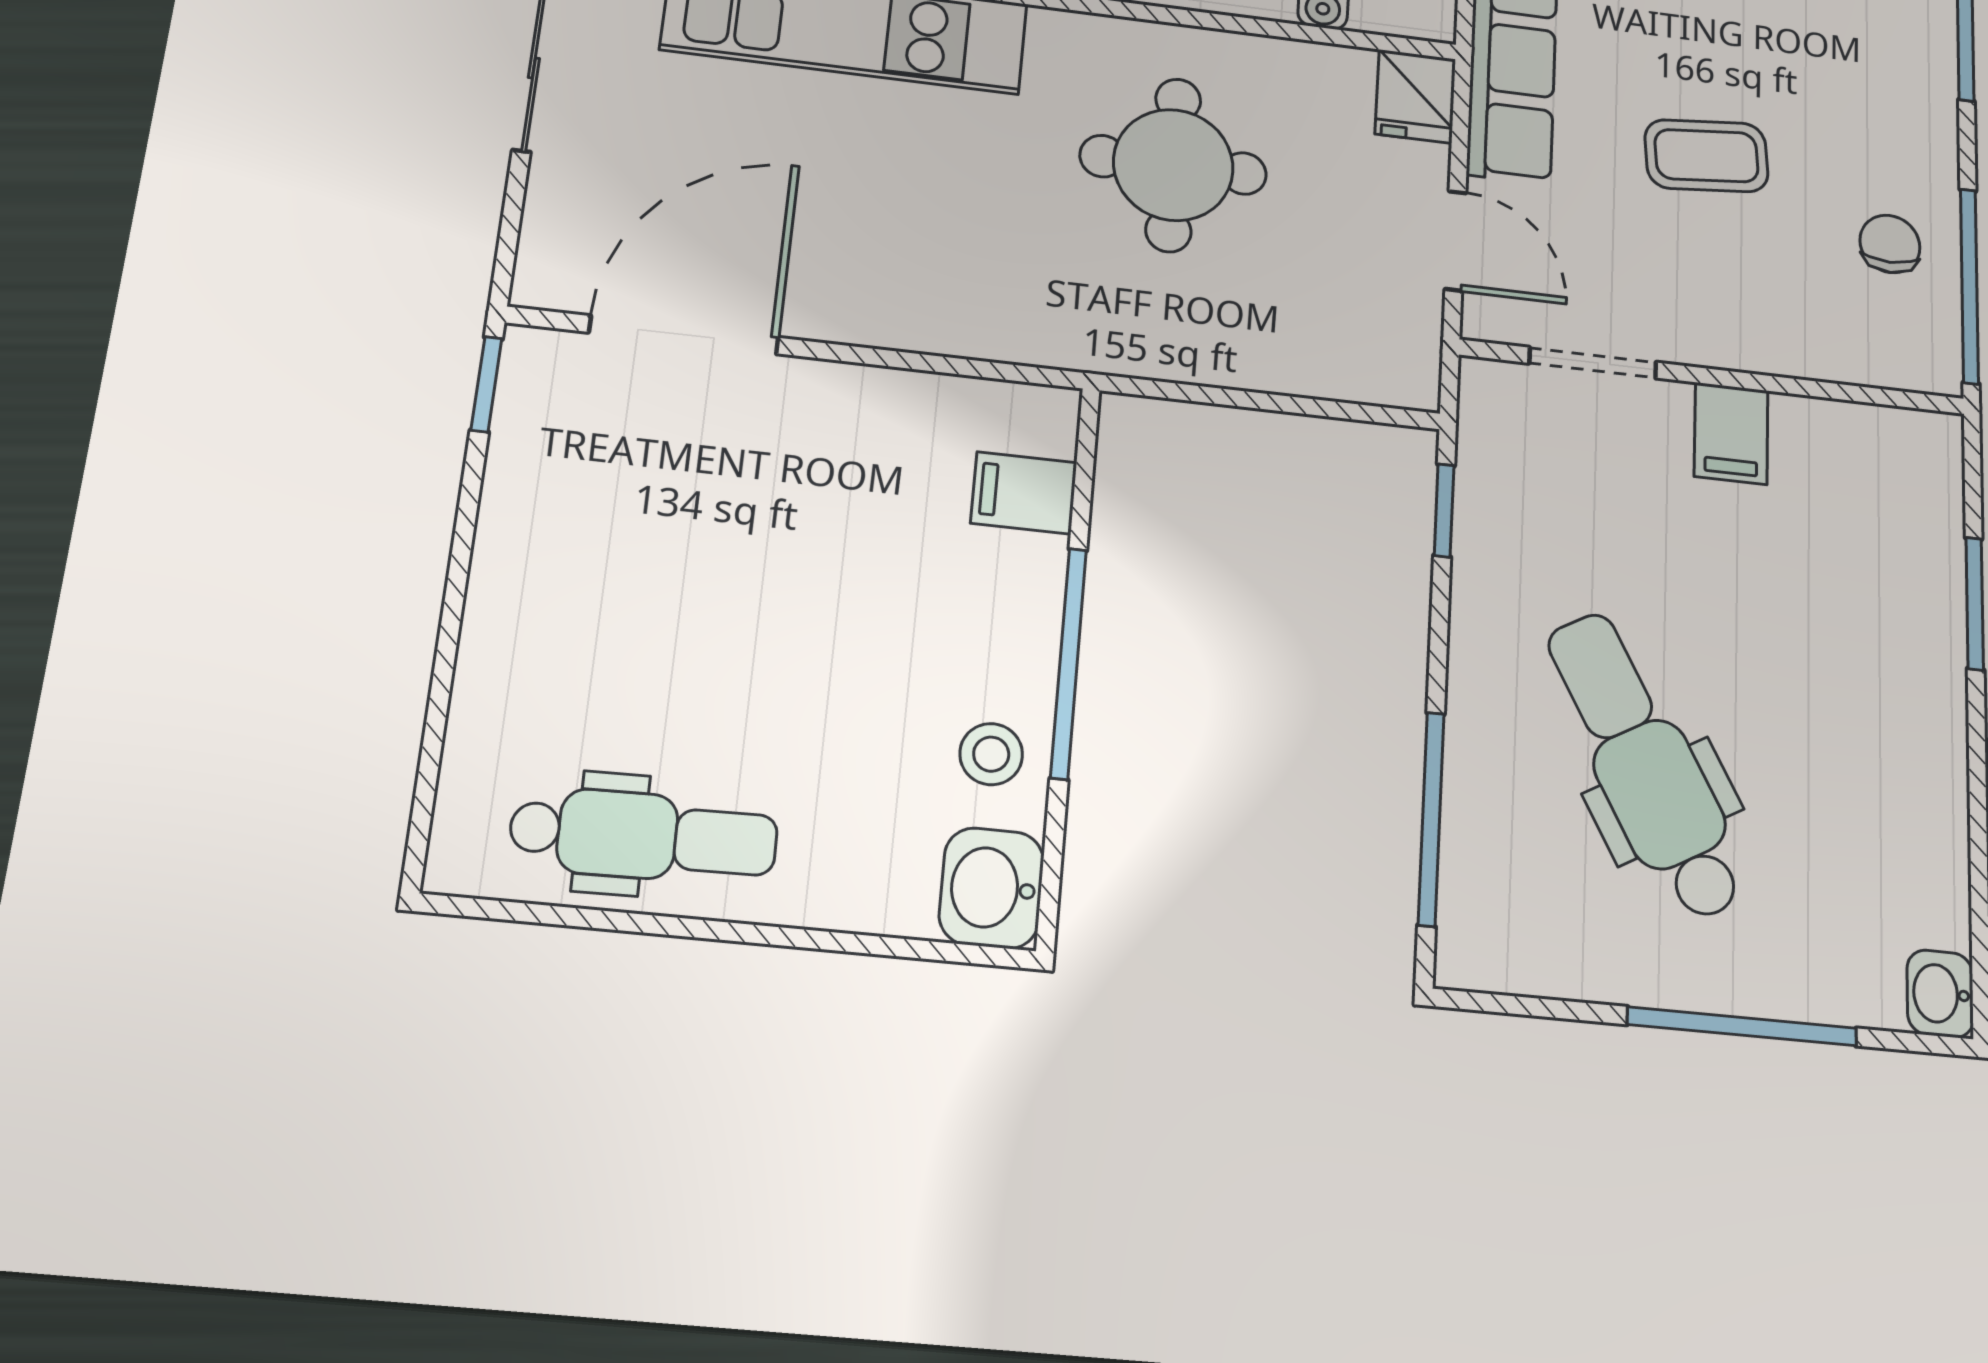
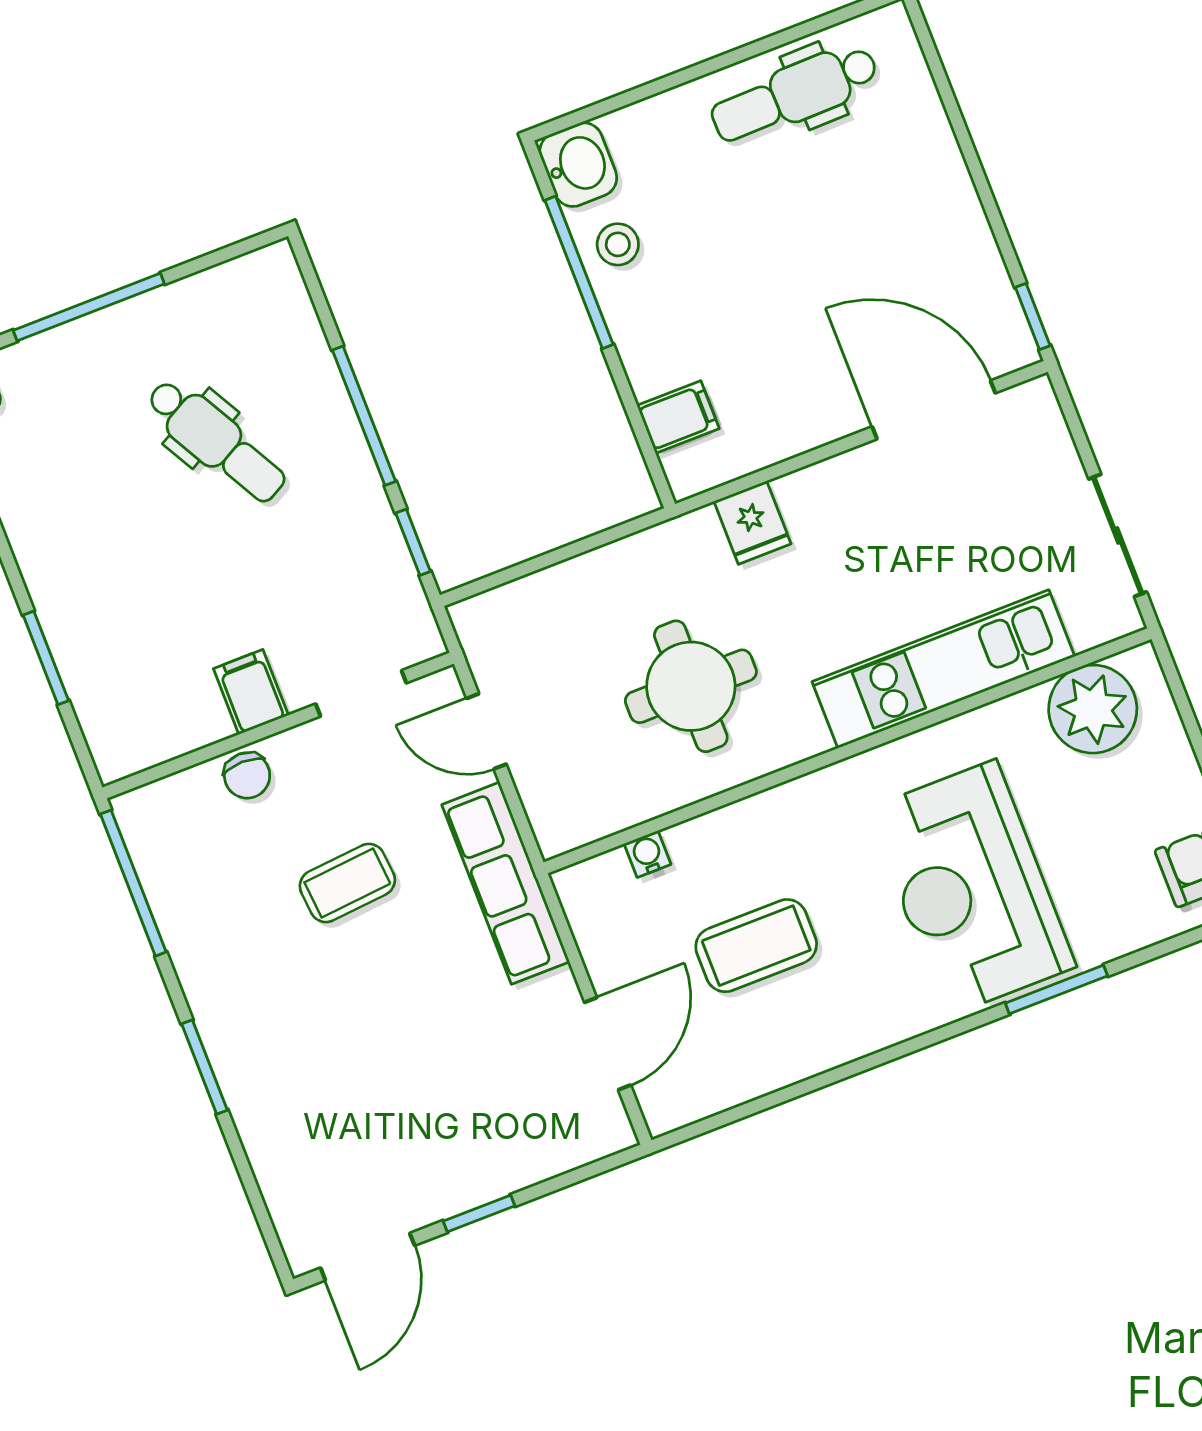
fridge: (1415, 96) -> (752, 523), moved, turned 180
chair: (1890, 244) -> (247, 775), moved
door: (684, 335) -> (934, 410), swing flipped
window: (1069, 663) -> (579, 272), moved
dental chair: (1645, 765) -> (216, 441), width x0.73, depth x0.72
window: (1431, 819) -> (364, 416), moved

